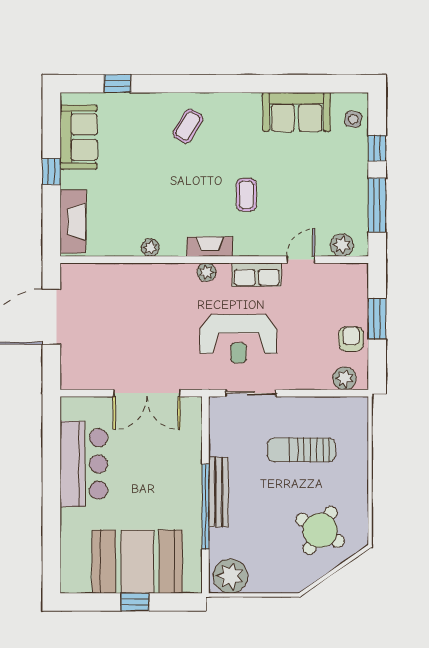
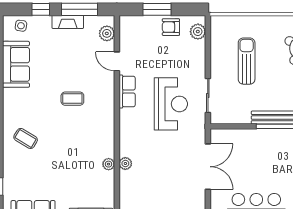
fireplace: (210, 247) -> (68, 22), moved, turned -90
plant: (207, 272) -> (125, 163), moved
sun lounger: (301, 450) -> (247, 61), turned 180

